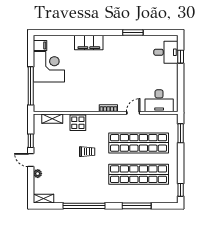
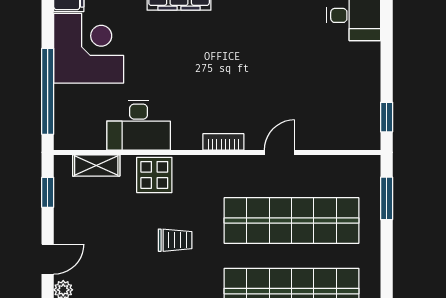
window: (181, 57) -> (387, 117), moved
desk: (159, 101) -> (139, 125), moved
window: (31, 141) -> (48, 192), moved
door: (31, 160) -> (48, 259), swing flipped

